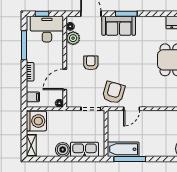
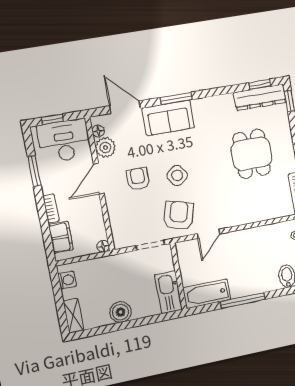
window: (24, 45) -> (34, 171), width x0.69
side table: (118, 65) -> (177, 175), added
door: (65, 79) -> (99, 179), moved
filing cabinet: (33, 97) -> (61, 237), width x2.00
washing machine: (36, 121) -> (67, 280), width x0.53, depth x0.53
kitchen sink: (85, 149) -> (169, 292), moved, turned -90
window: (130, 159) -> (243, 300), moved

